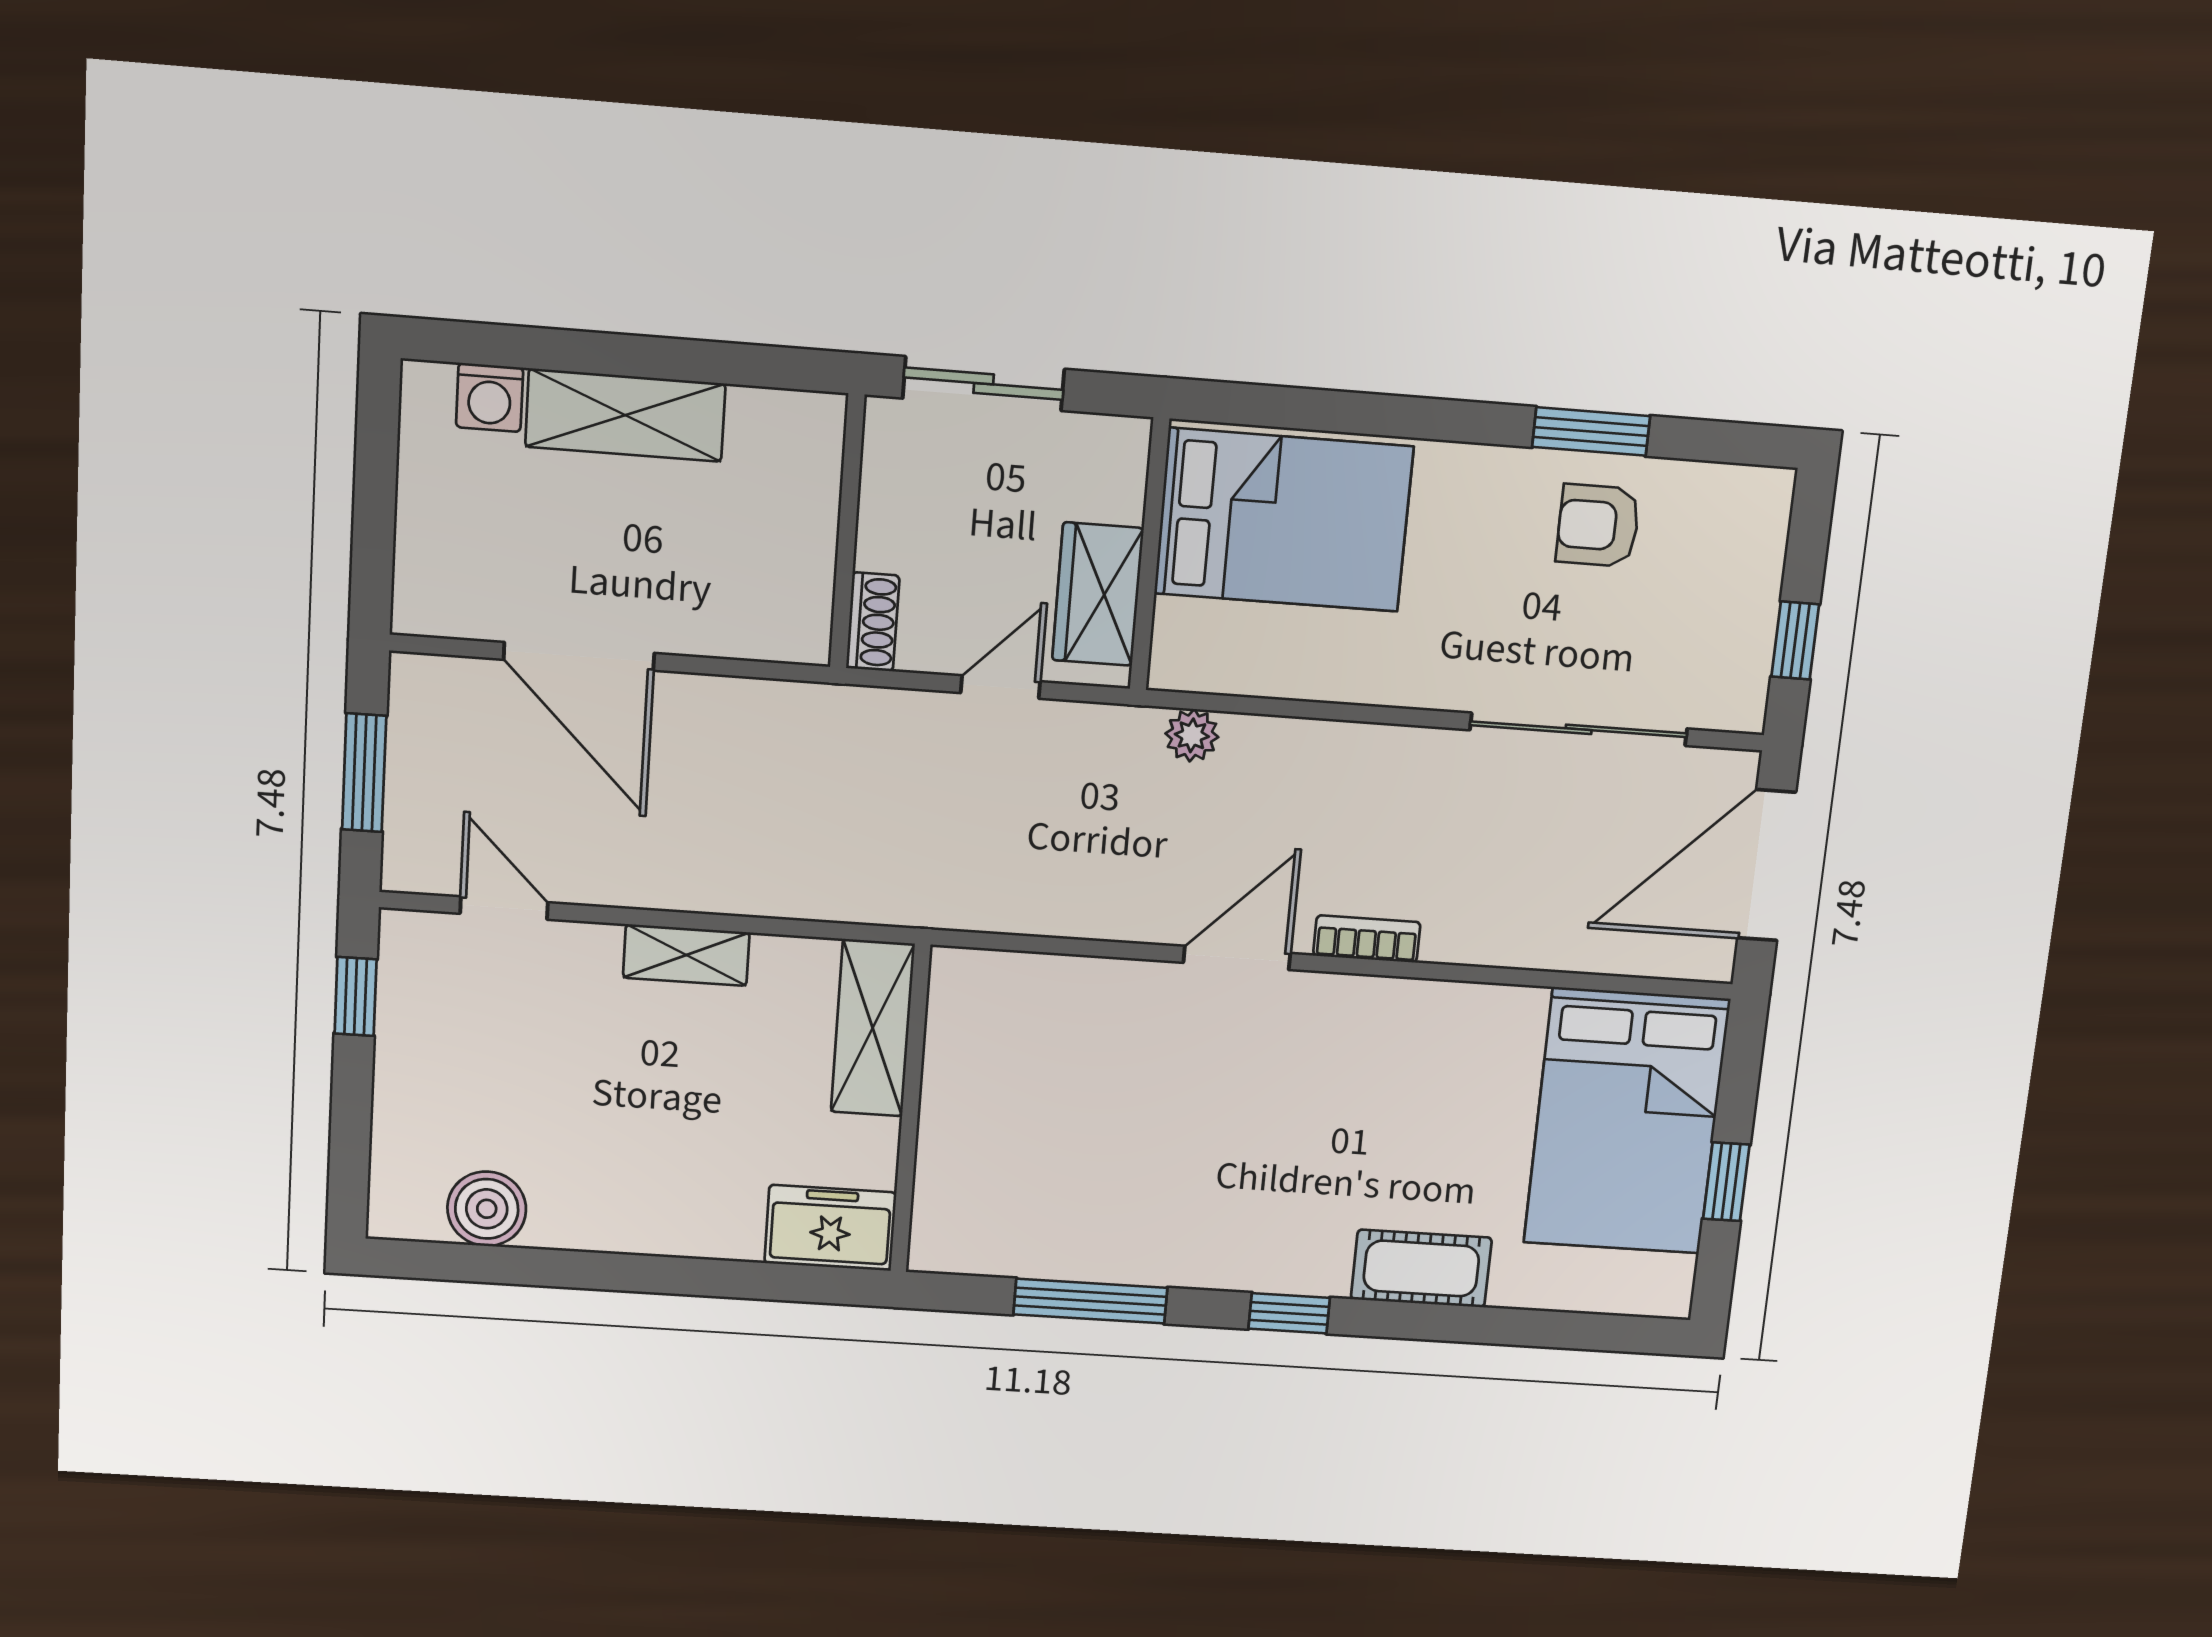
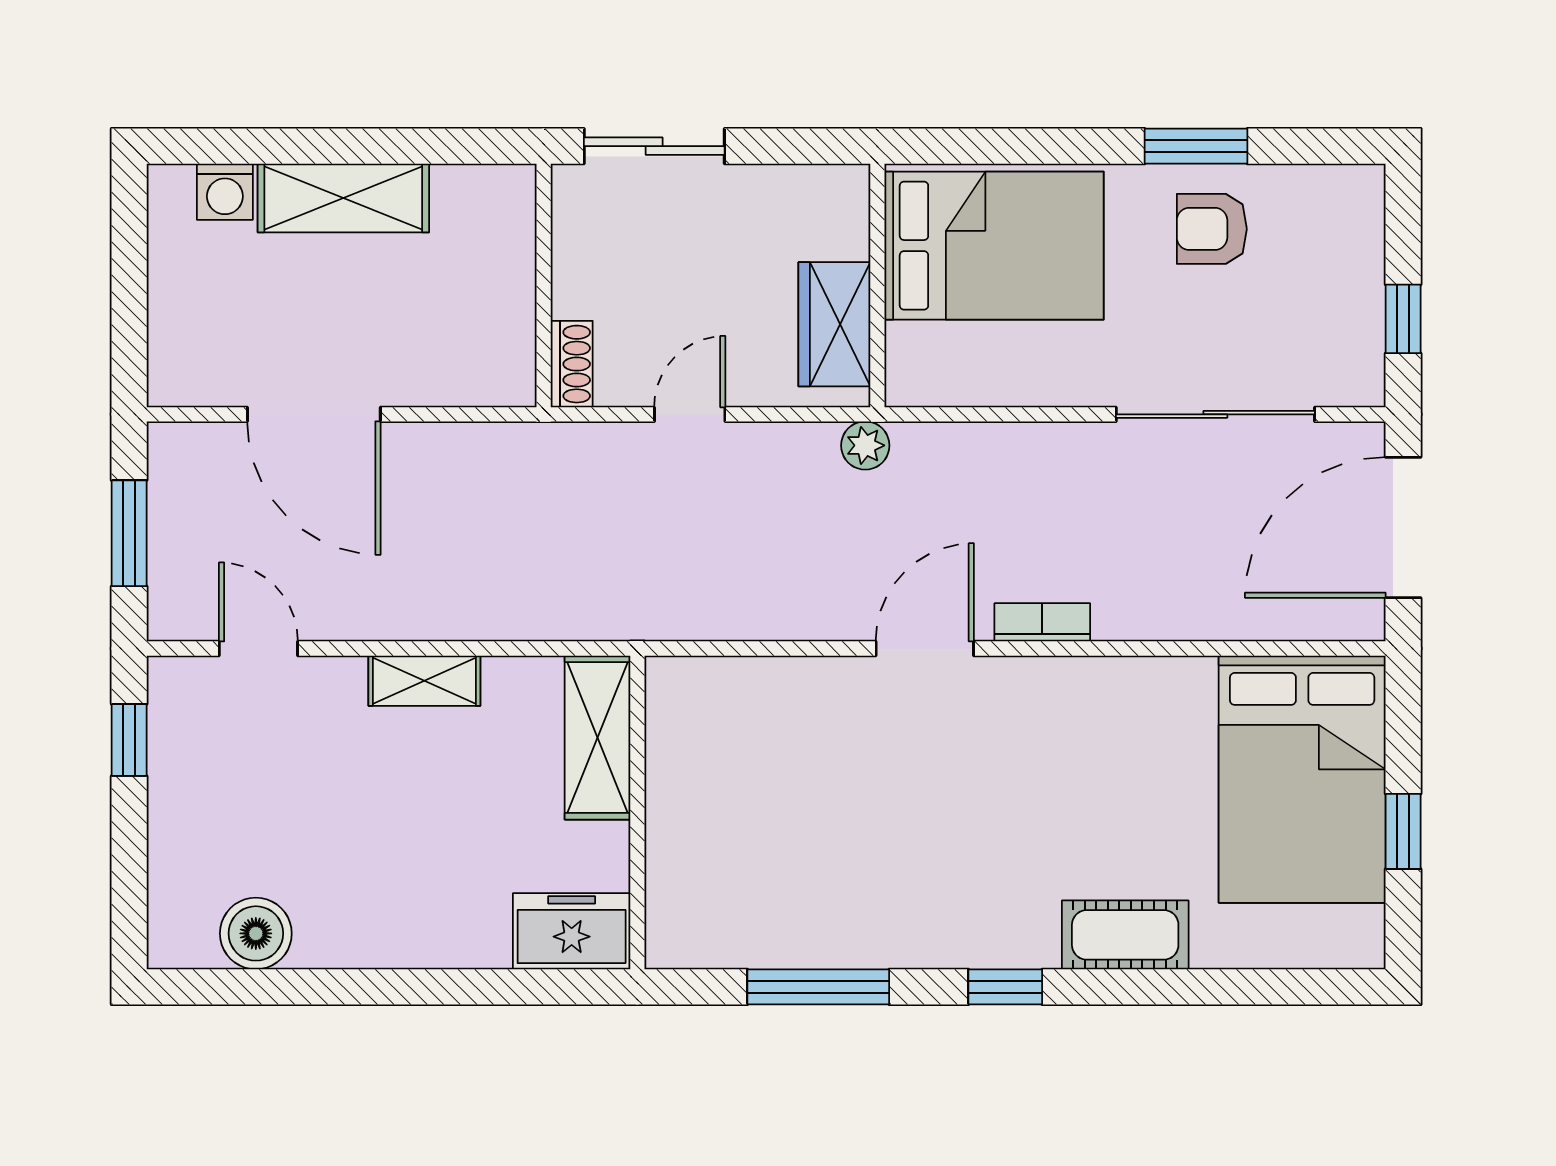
bed: (1284, 520) -> (994, 246), moved
wall: (1149, 555) -> (877, 286), moved
wardrobe: (1098, 594) -> (834, 324), moved

